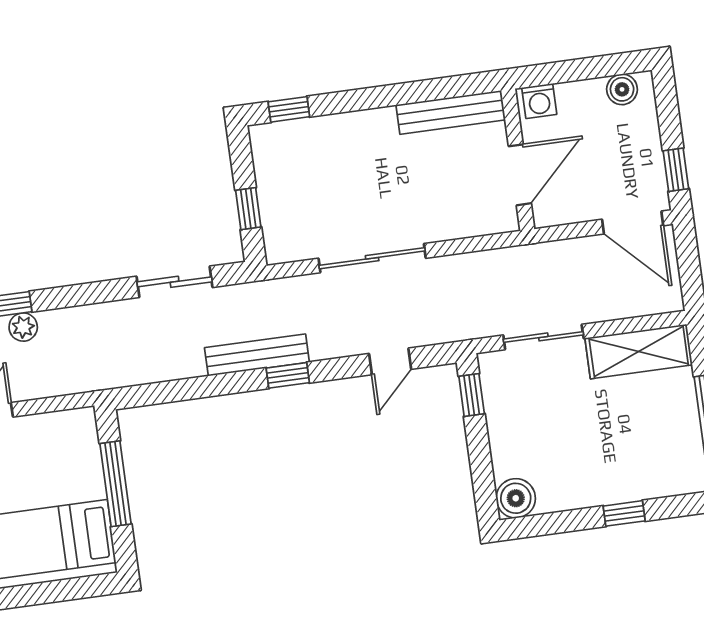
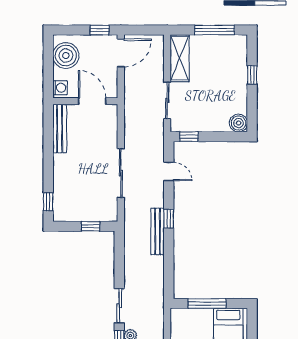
boiler: (622, 89) -> (66, 56), width x1.86, depth x1.86
sliding door: (175, 282) -> (119, 306), moved

